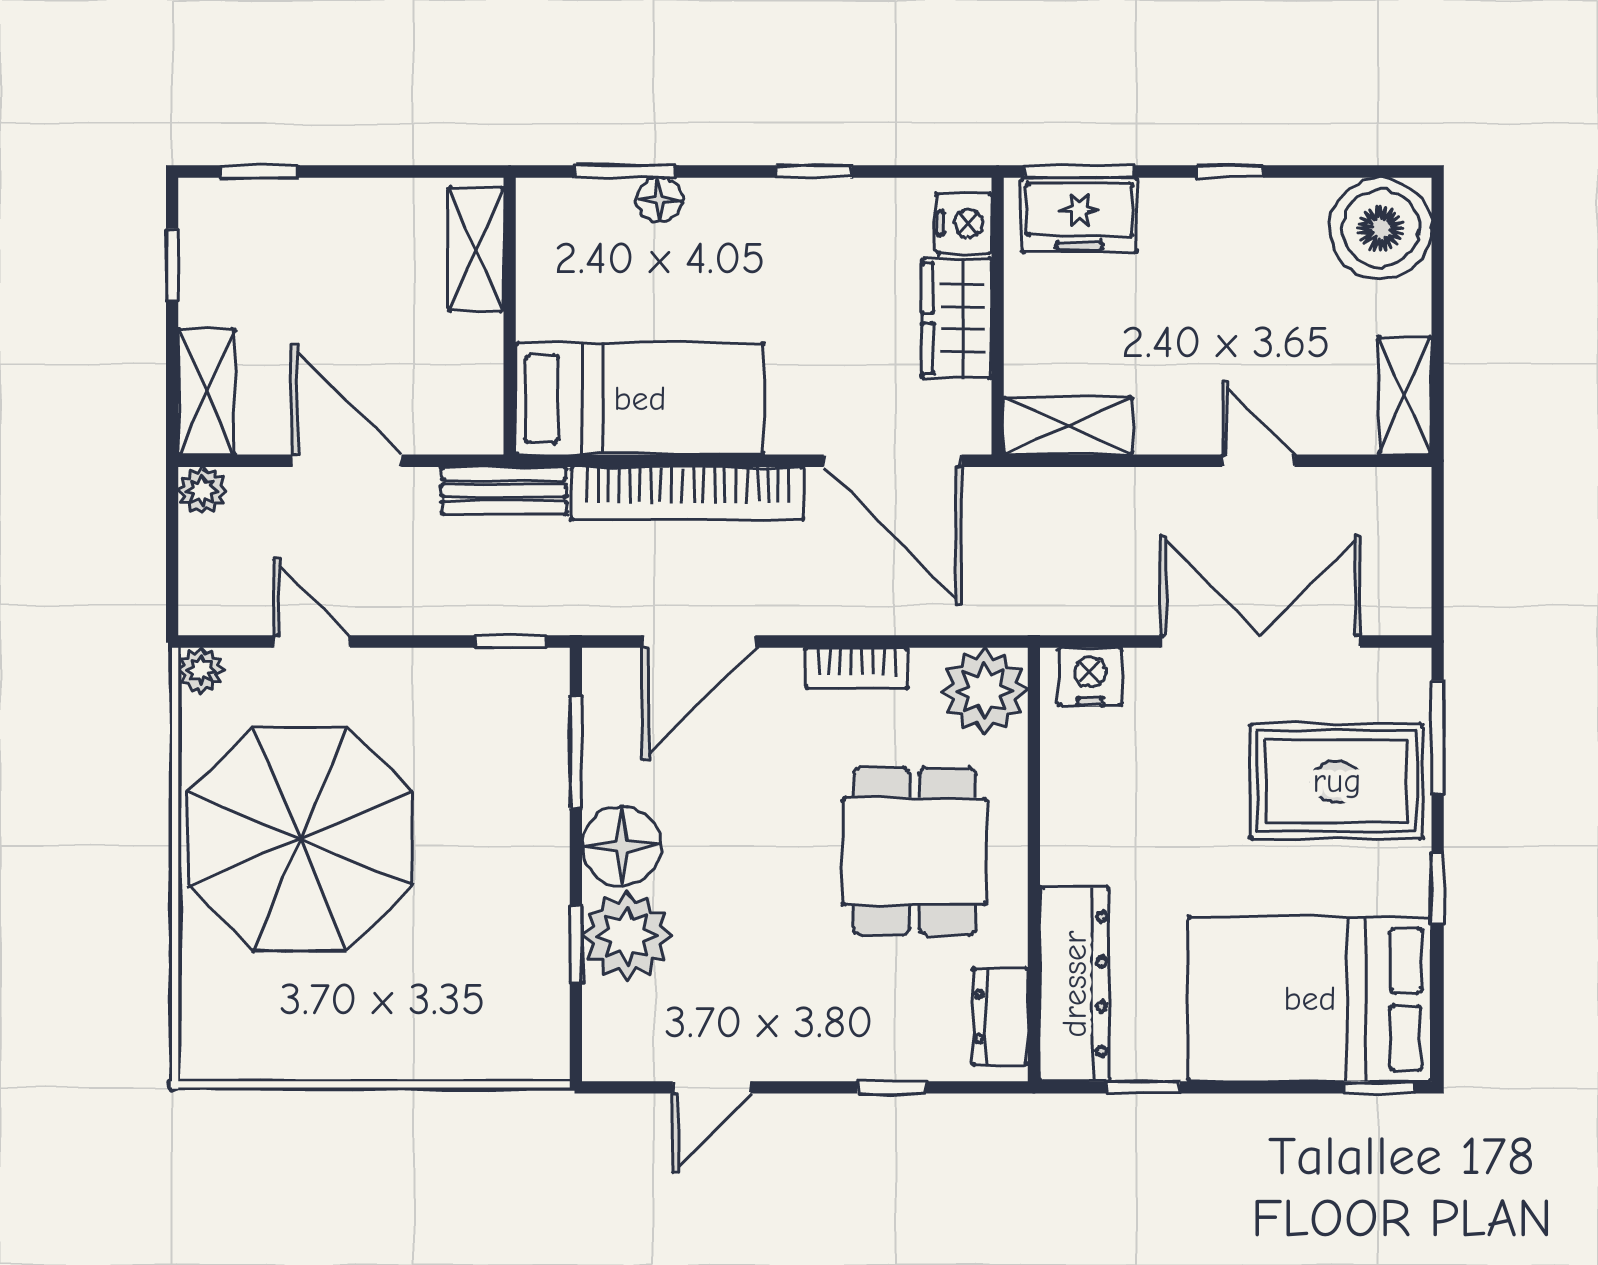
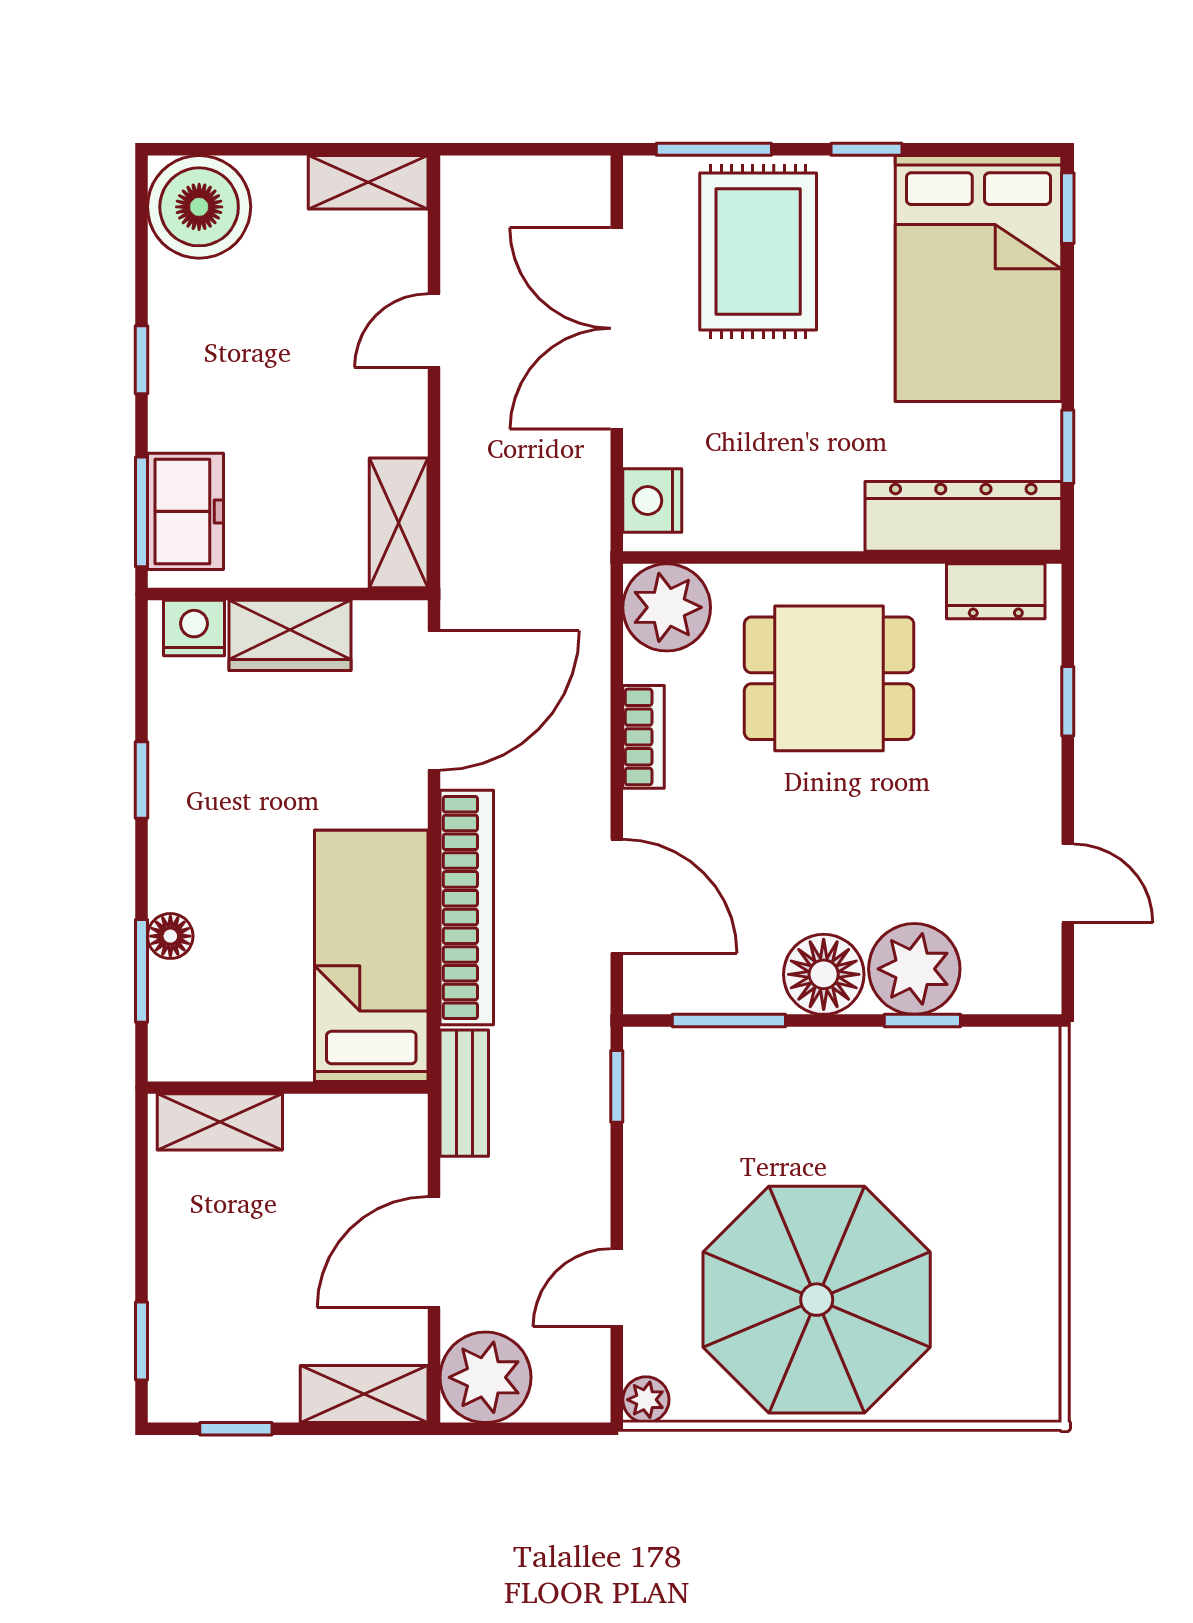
plant: (202, 491) -> (486, 1377), width x1.88, depth x1.88

